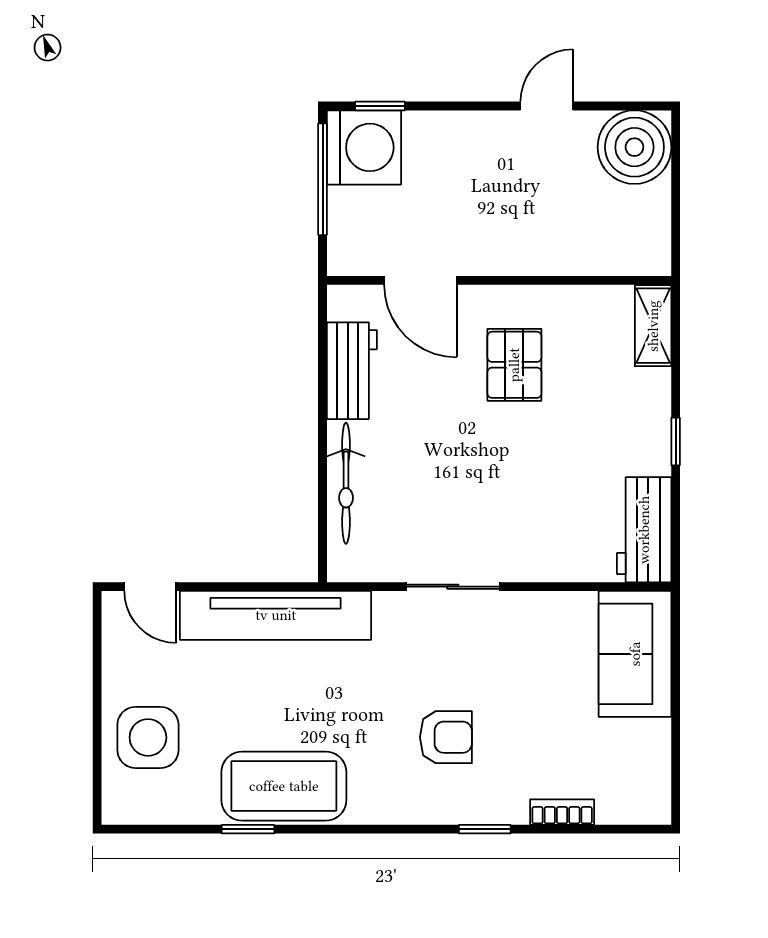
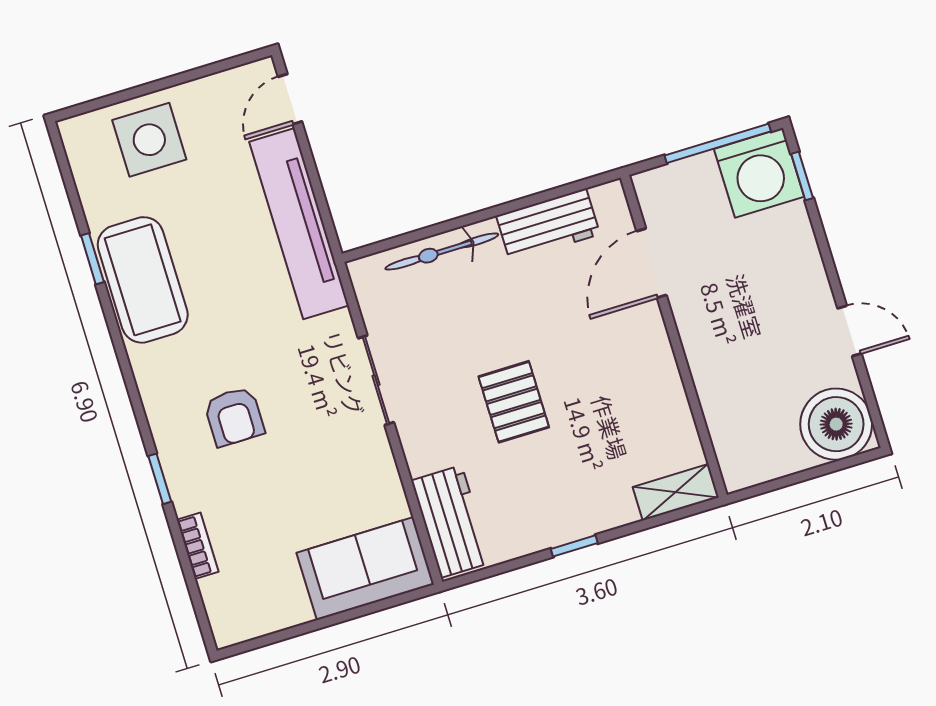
pallet: (514, 365) -> (514, 402), moved, turned 90
workbench: (644, 530) -> (451, 521), moved, turned 90

